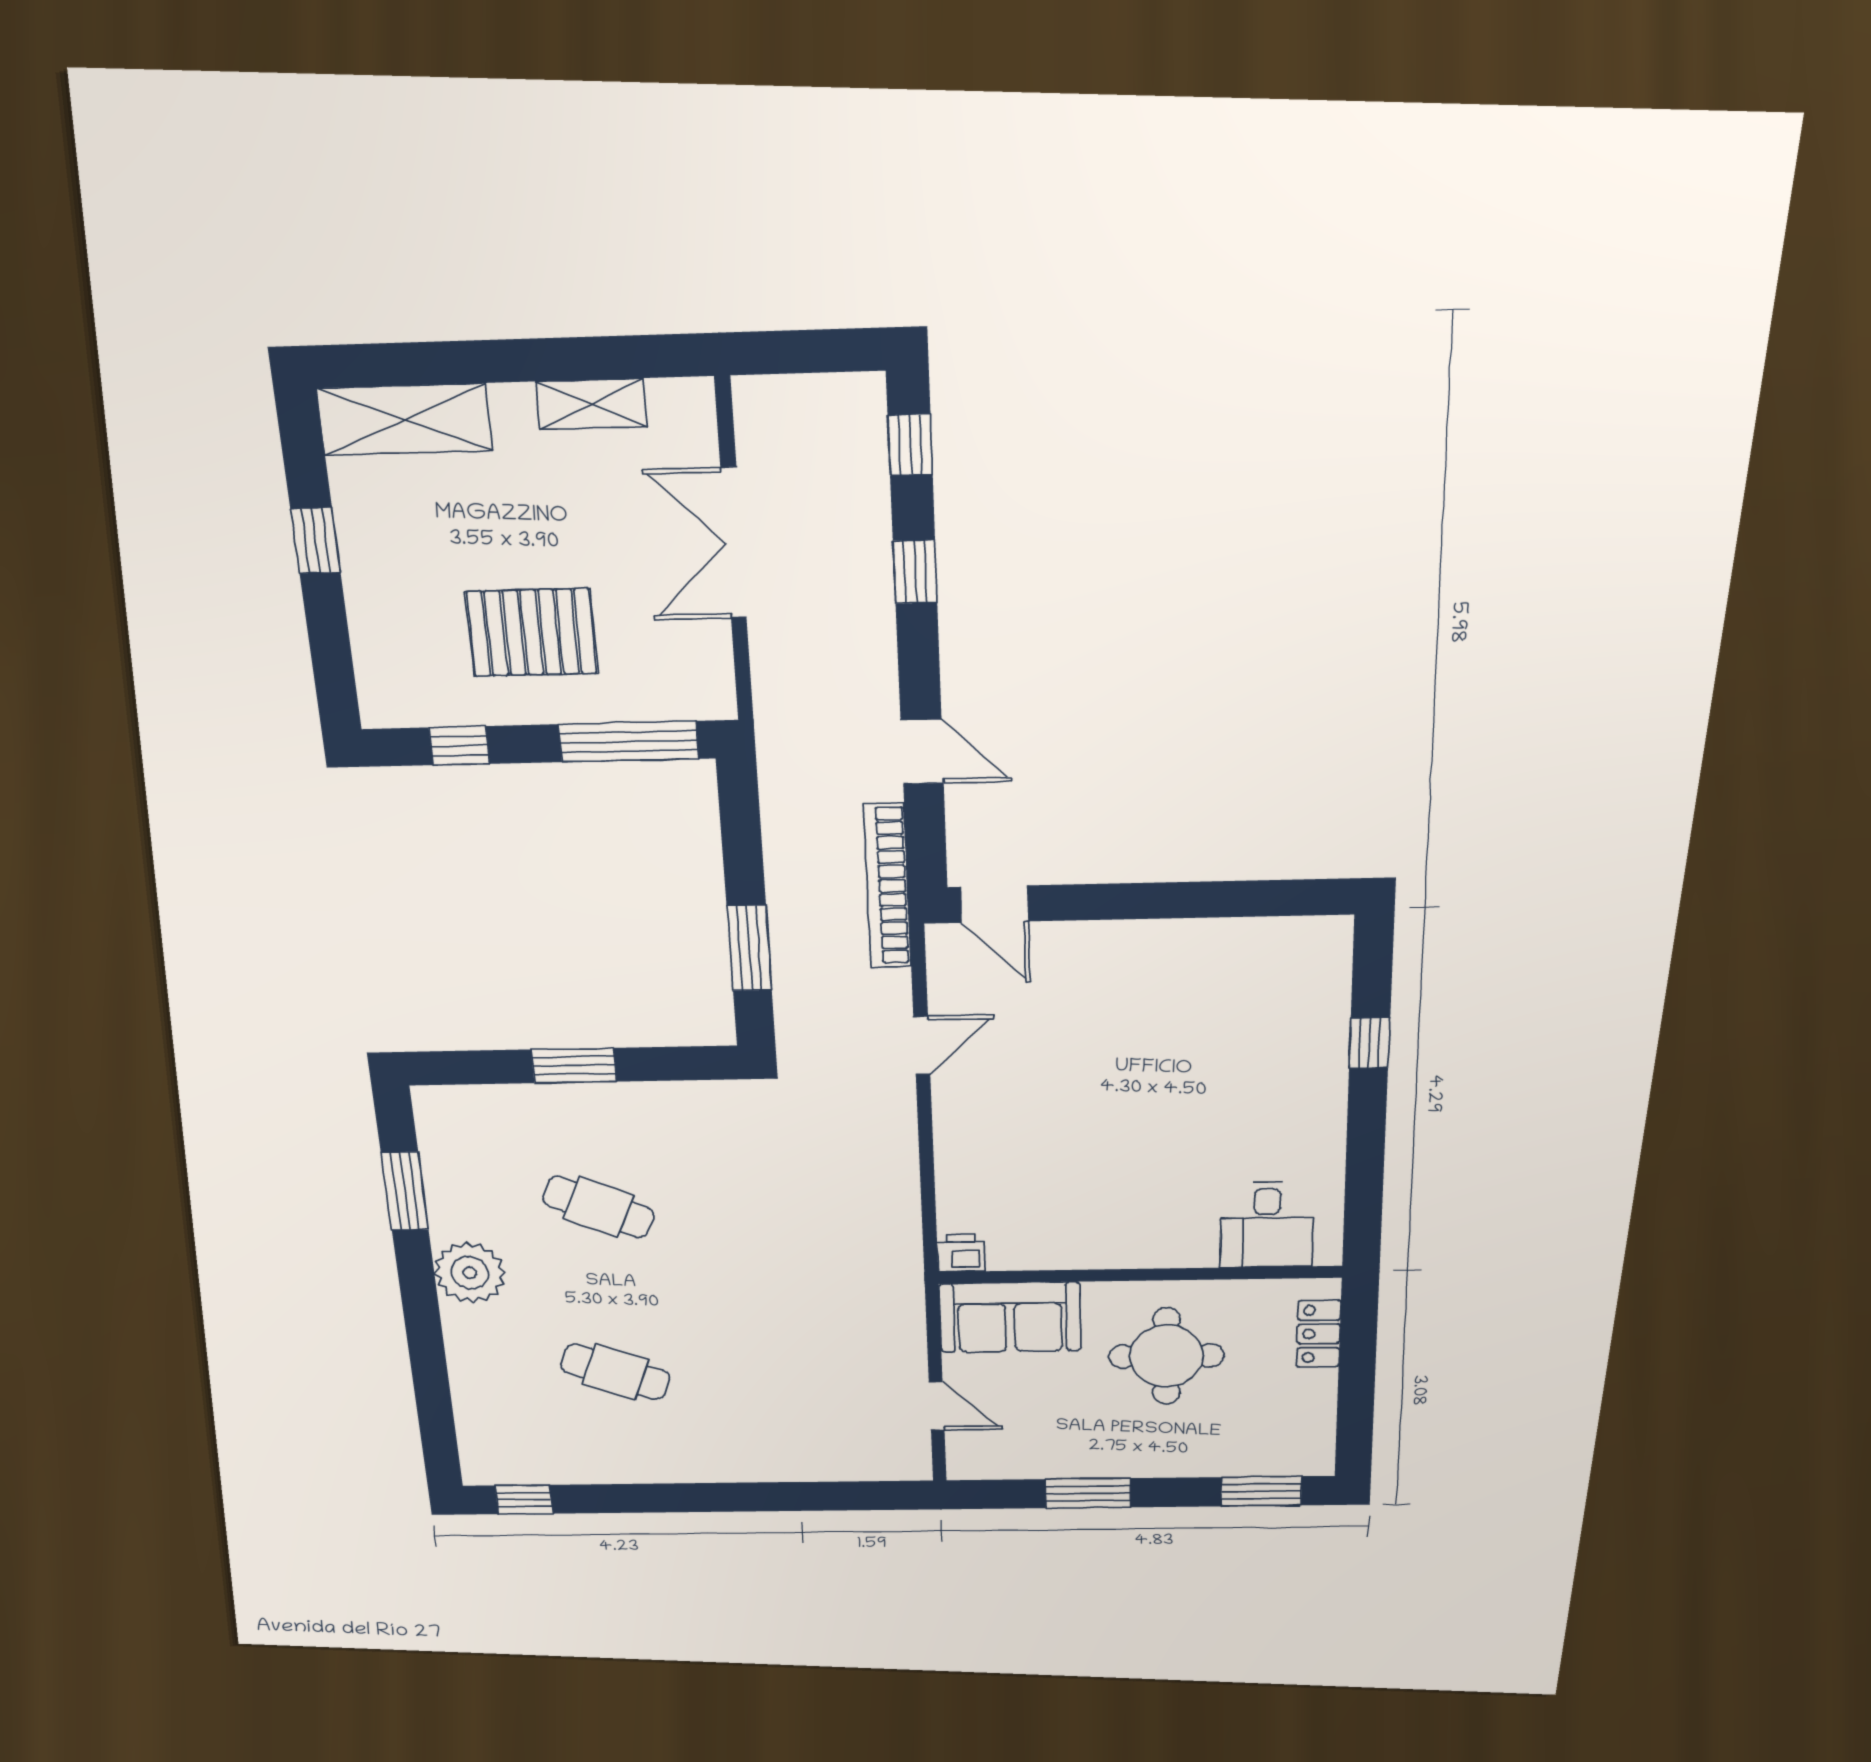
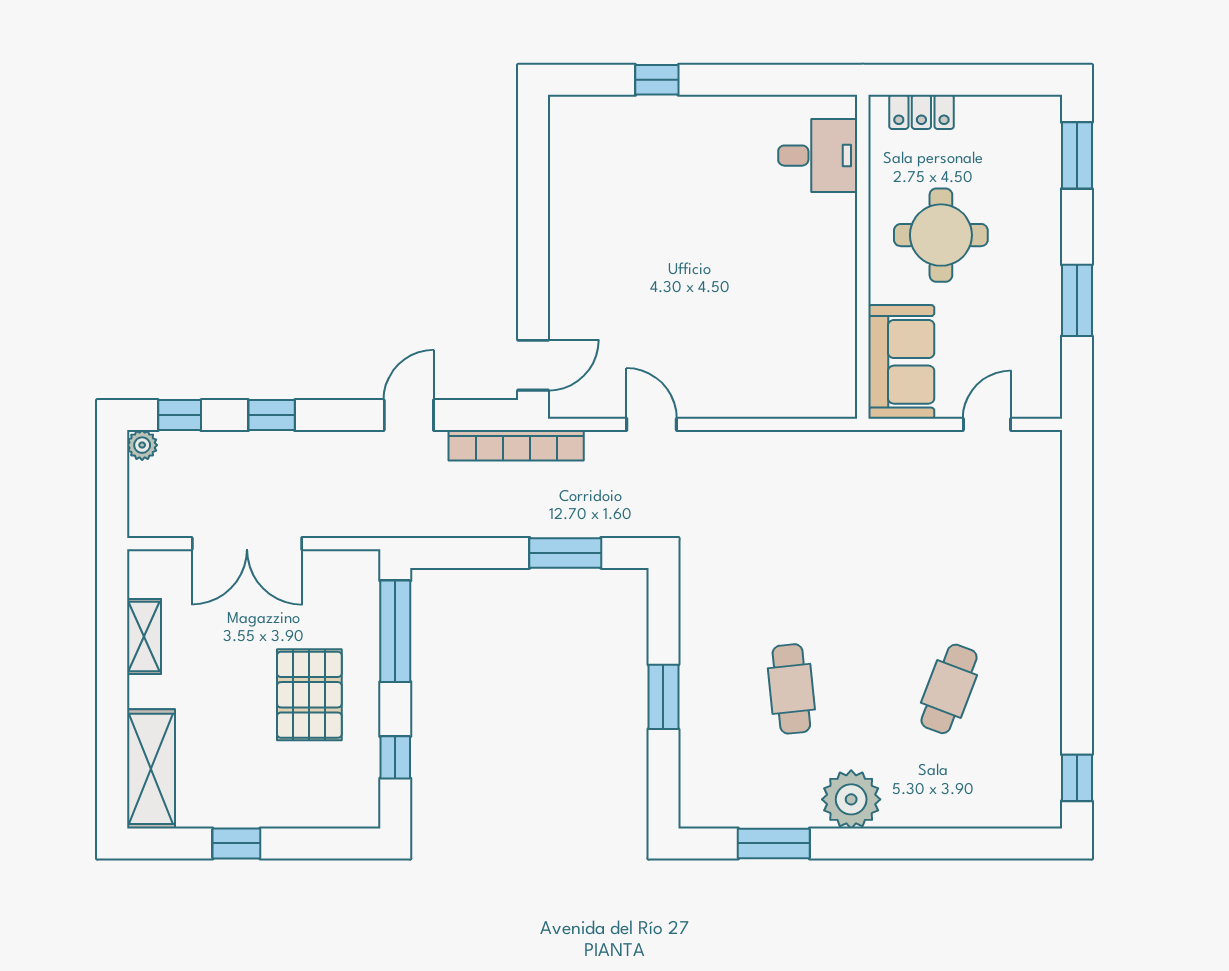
plant: (865, 393) -> (142, 445), added
cafe table: (598, 1207) -> (791, 689), turned -30
printer: (961, 1253) -> (840, 400), removed

